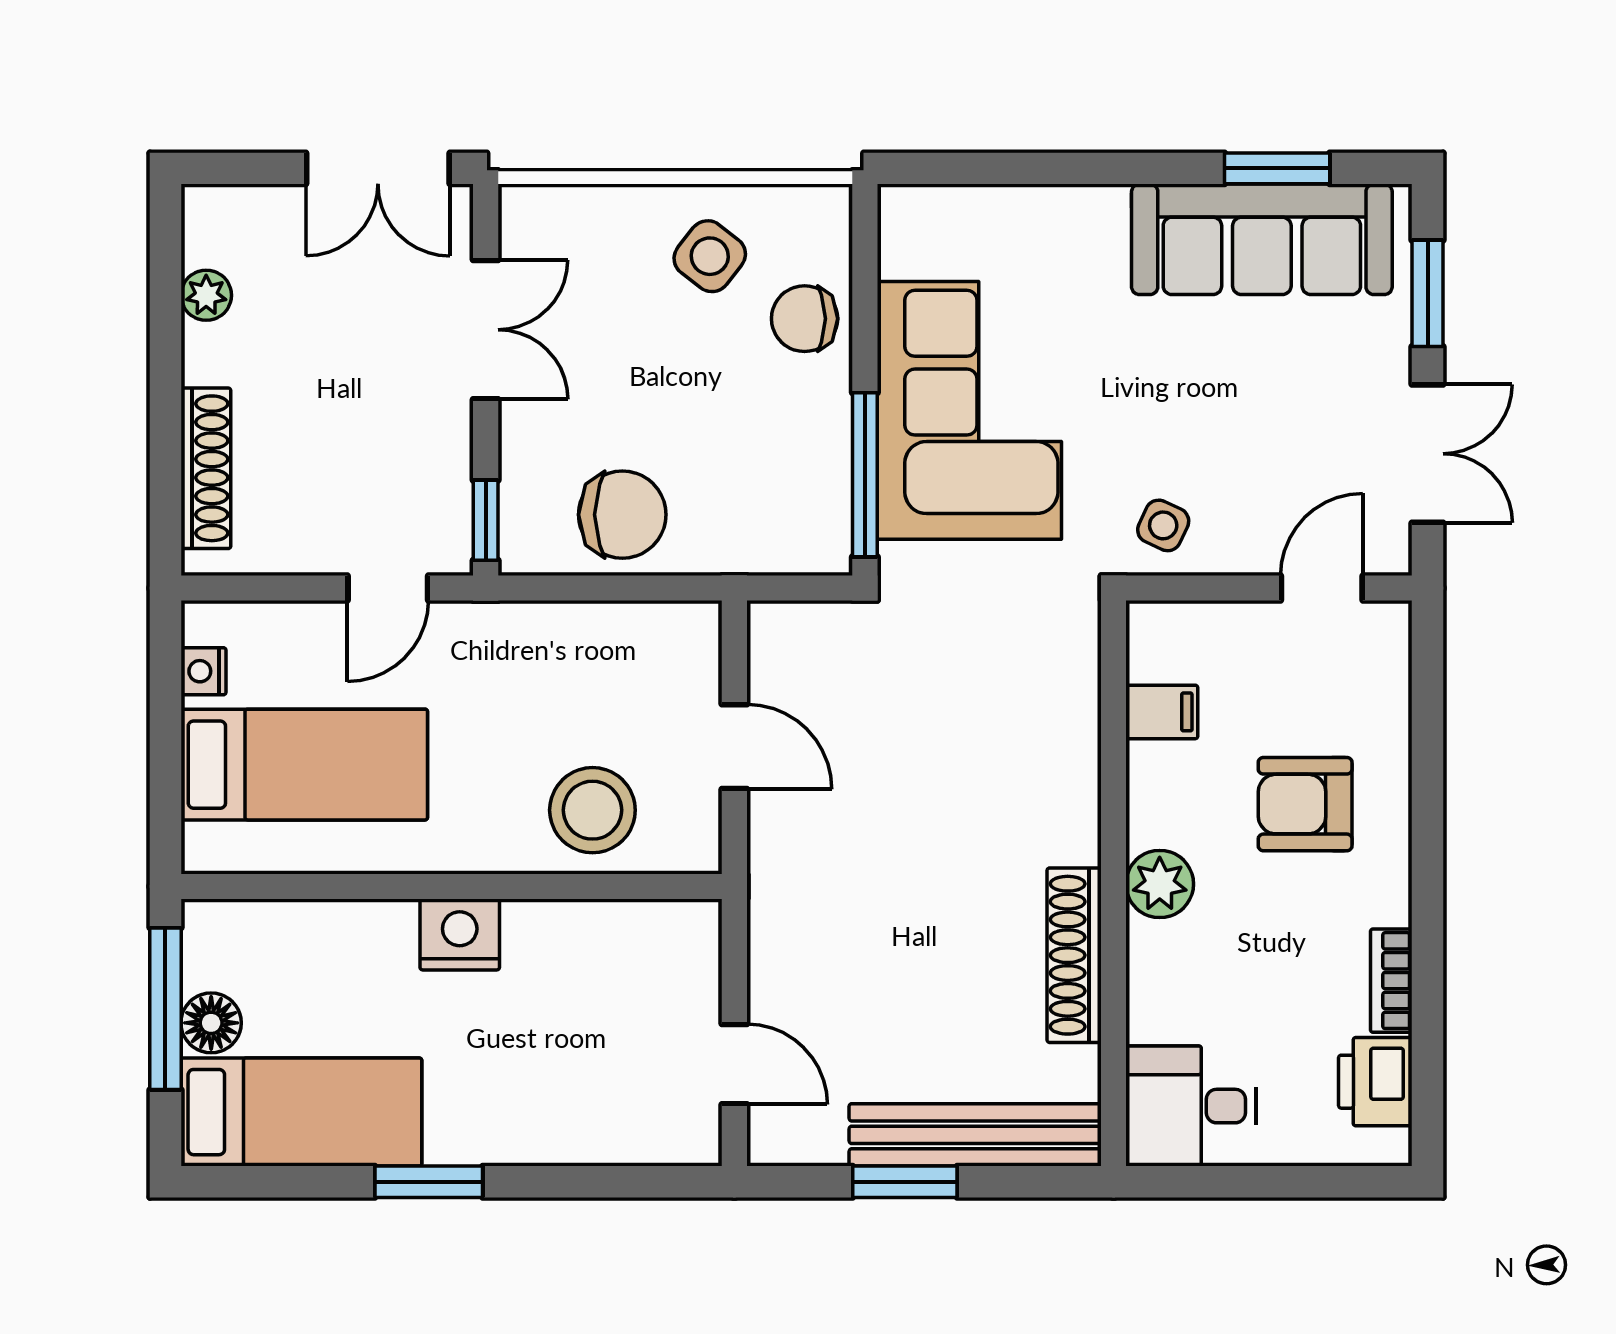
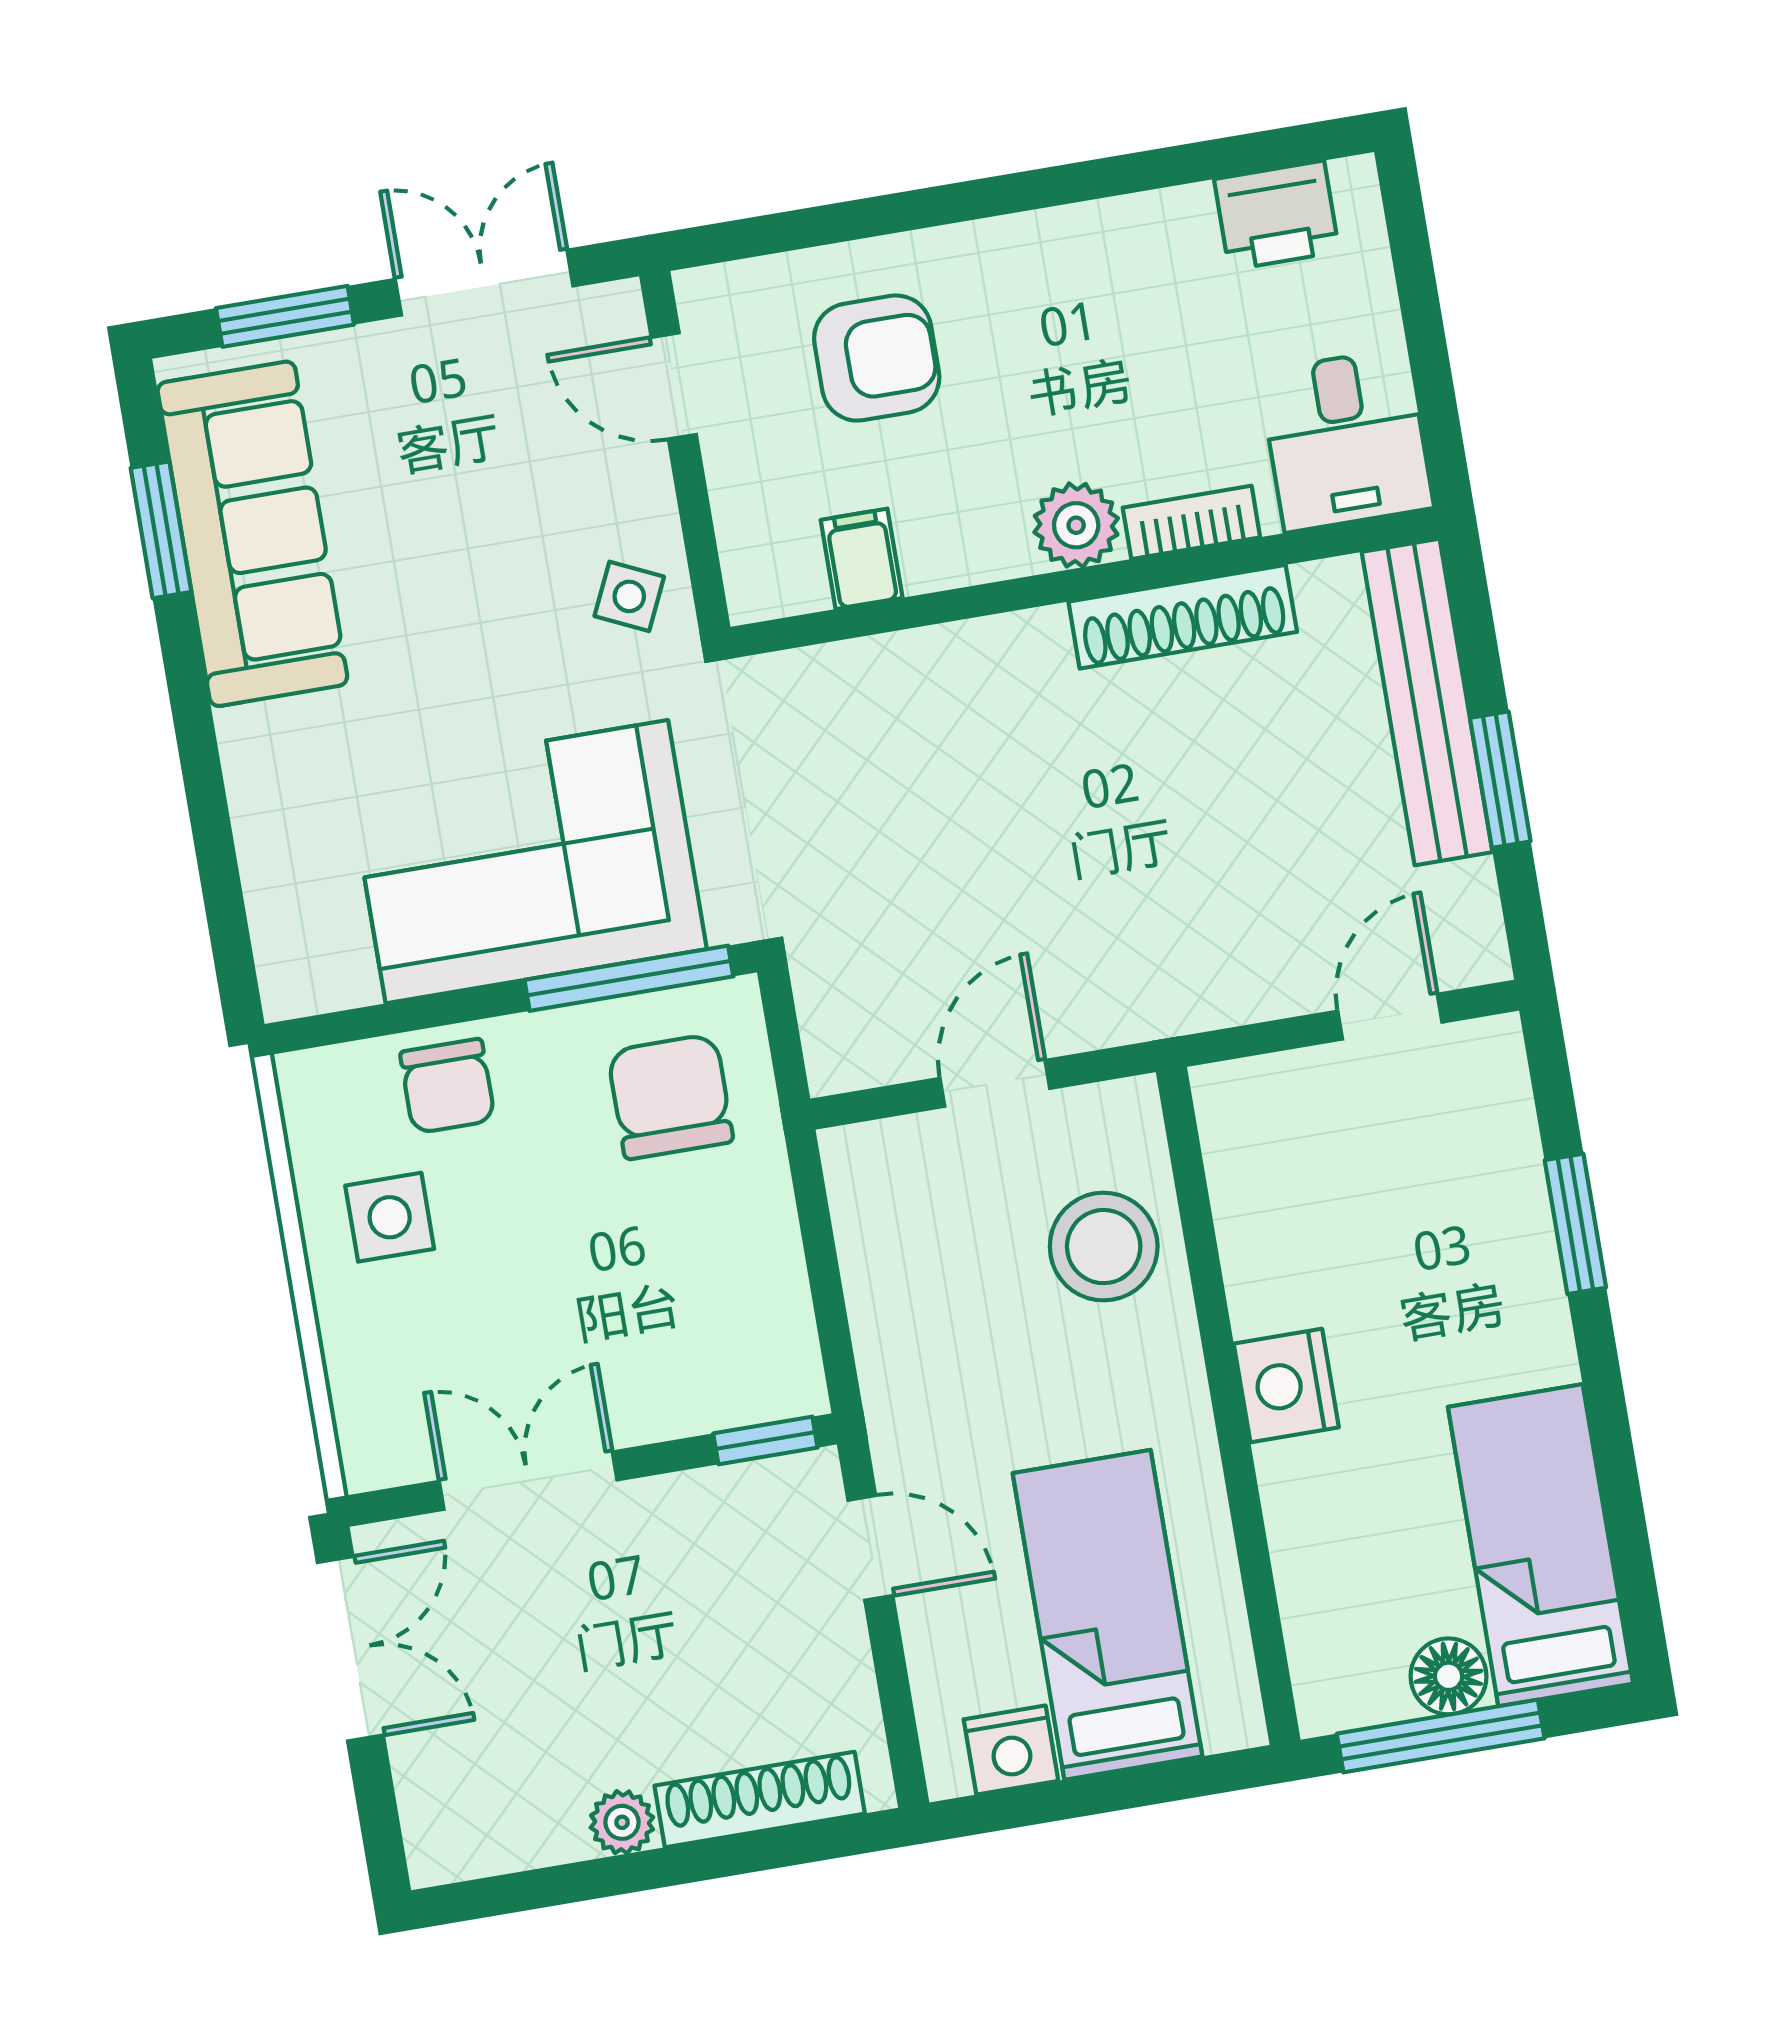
side table: (710, 256) -> (390, 1217), turned -38
plant: (206, 295) -> (622, 1822), moved
chair: (622, 515) -> (670, 1097), moved
nightstand: (203, 671) -> (1011, 1750), width x1.39, depth x1.35
armchair: (1305, 804) -> (877, 358), moved, turned -90
bookcase: (1391, 981) -> (1191, 522), moved, turned 180
window: (429, 1182) -> (1575, 1224), moved

